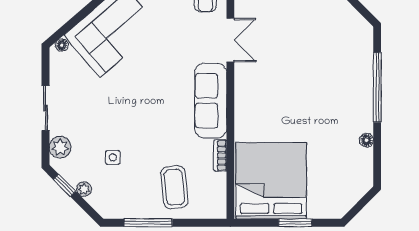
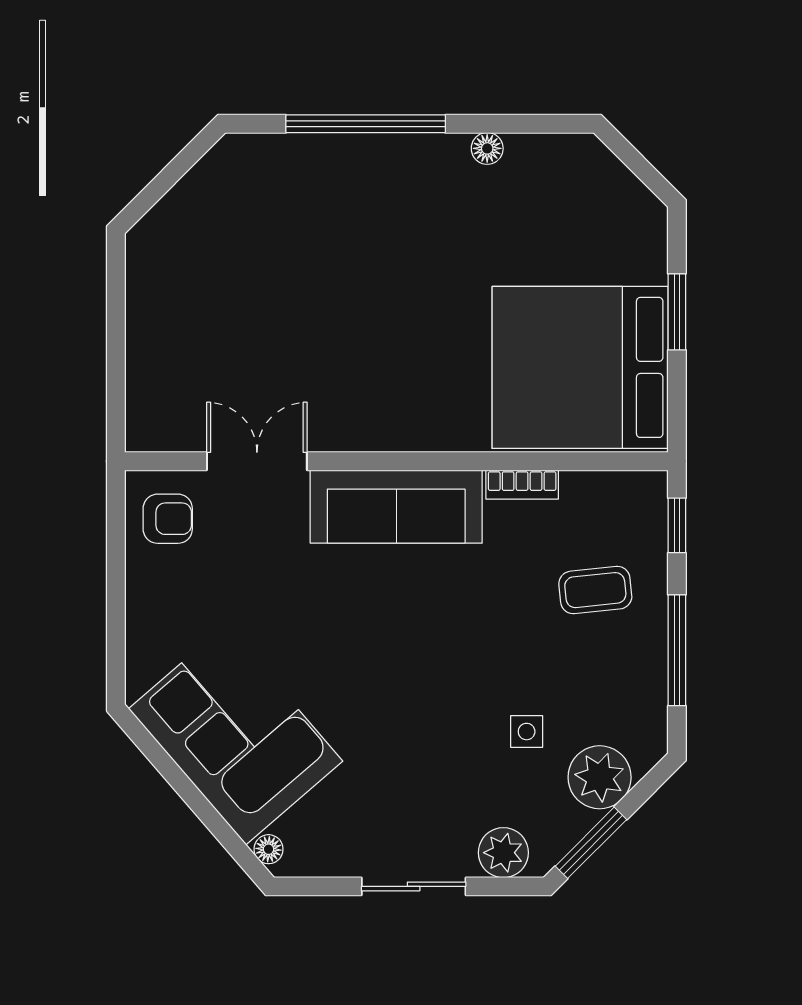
window: (64, 185) -> (591, 843), width x1.50
coffee table: (174, 187) -> (595, 590), width x0.73, depth x0.77
plant: (84, 189) -> (600, 777), width x1.88, depth x1.88
window: (203, 223) -> (677, 525), added

